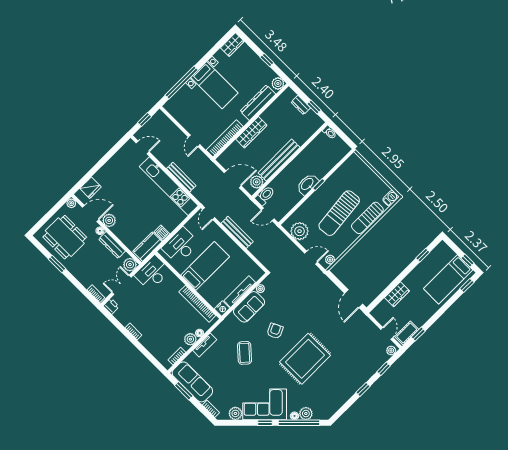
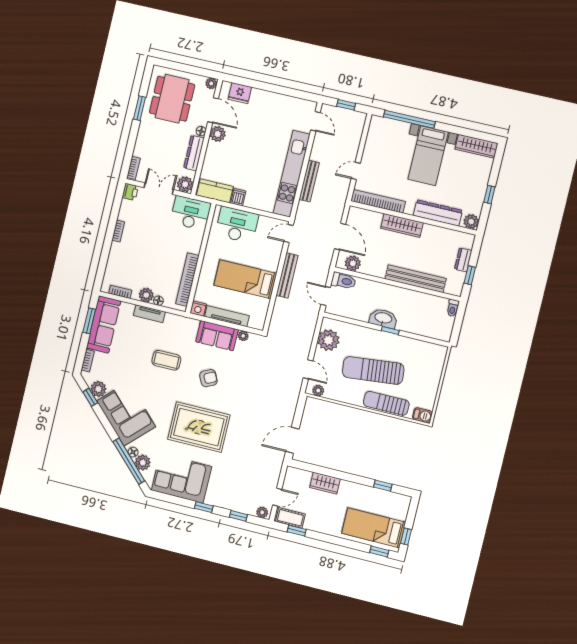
wardrobe: (232, 45) -> (477, 146), width x1.50
bench: (279, 160) -> (416, 279), moved
bed: (205, 266) -> (245, 279), moved, turned 180
coffee table: (245, 353) -> (166, 360), turned 48
corner sofa: (333, 393) -> (182, 478), added
window: (265, 423) -> (90, 397), moved

